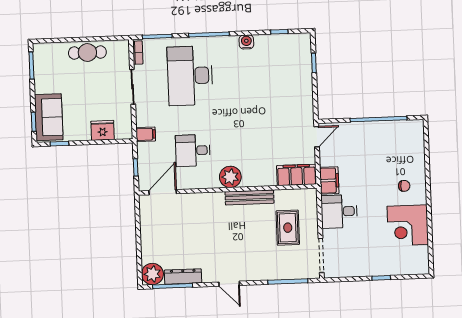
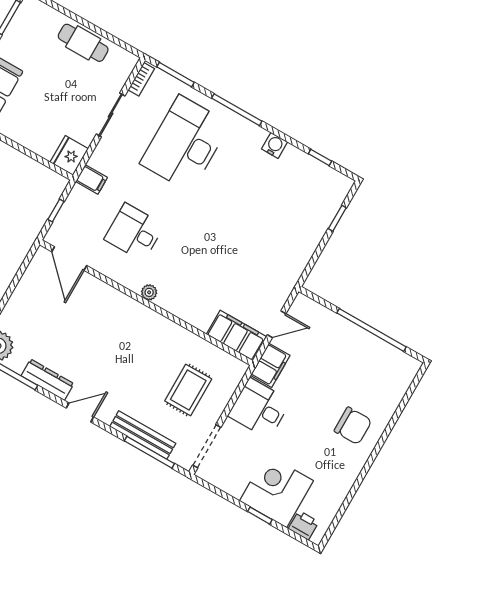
fridge: (103, 130) -> (69, 155), moved, turned -90
door: (317, 137) -> (277, 324), moved
plant: (230, 177) -> (149, 292), width x0.53, depth x0.53
chair: (404, 186) -> (353, 426), width x1.87, depth x1.87
door: (163, 192) -> (69, 259), swing flipped
bench: (249, 197) -> (143, 435), moved
corner desk: (408, 225) -> (276, 491), moved, turned 90
printer: (412, 267) -> (304, 525), added
dresser: (183, 276) -> (47, 380), moved
door: (229, 284) -> (80, 412), swing flipped

